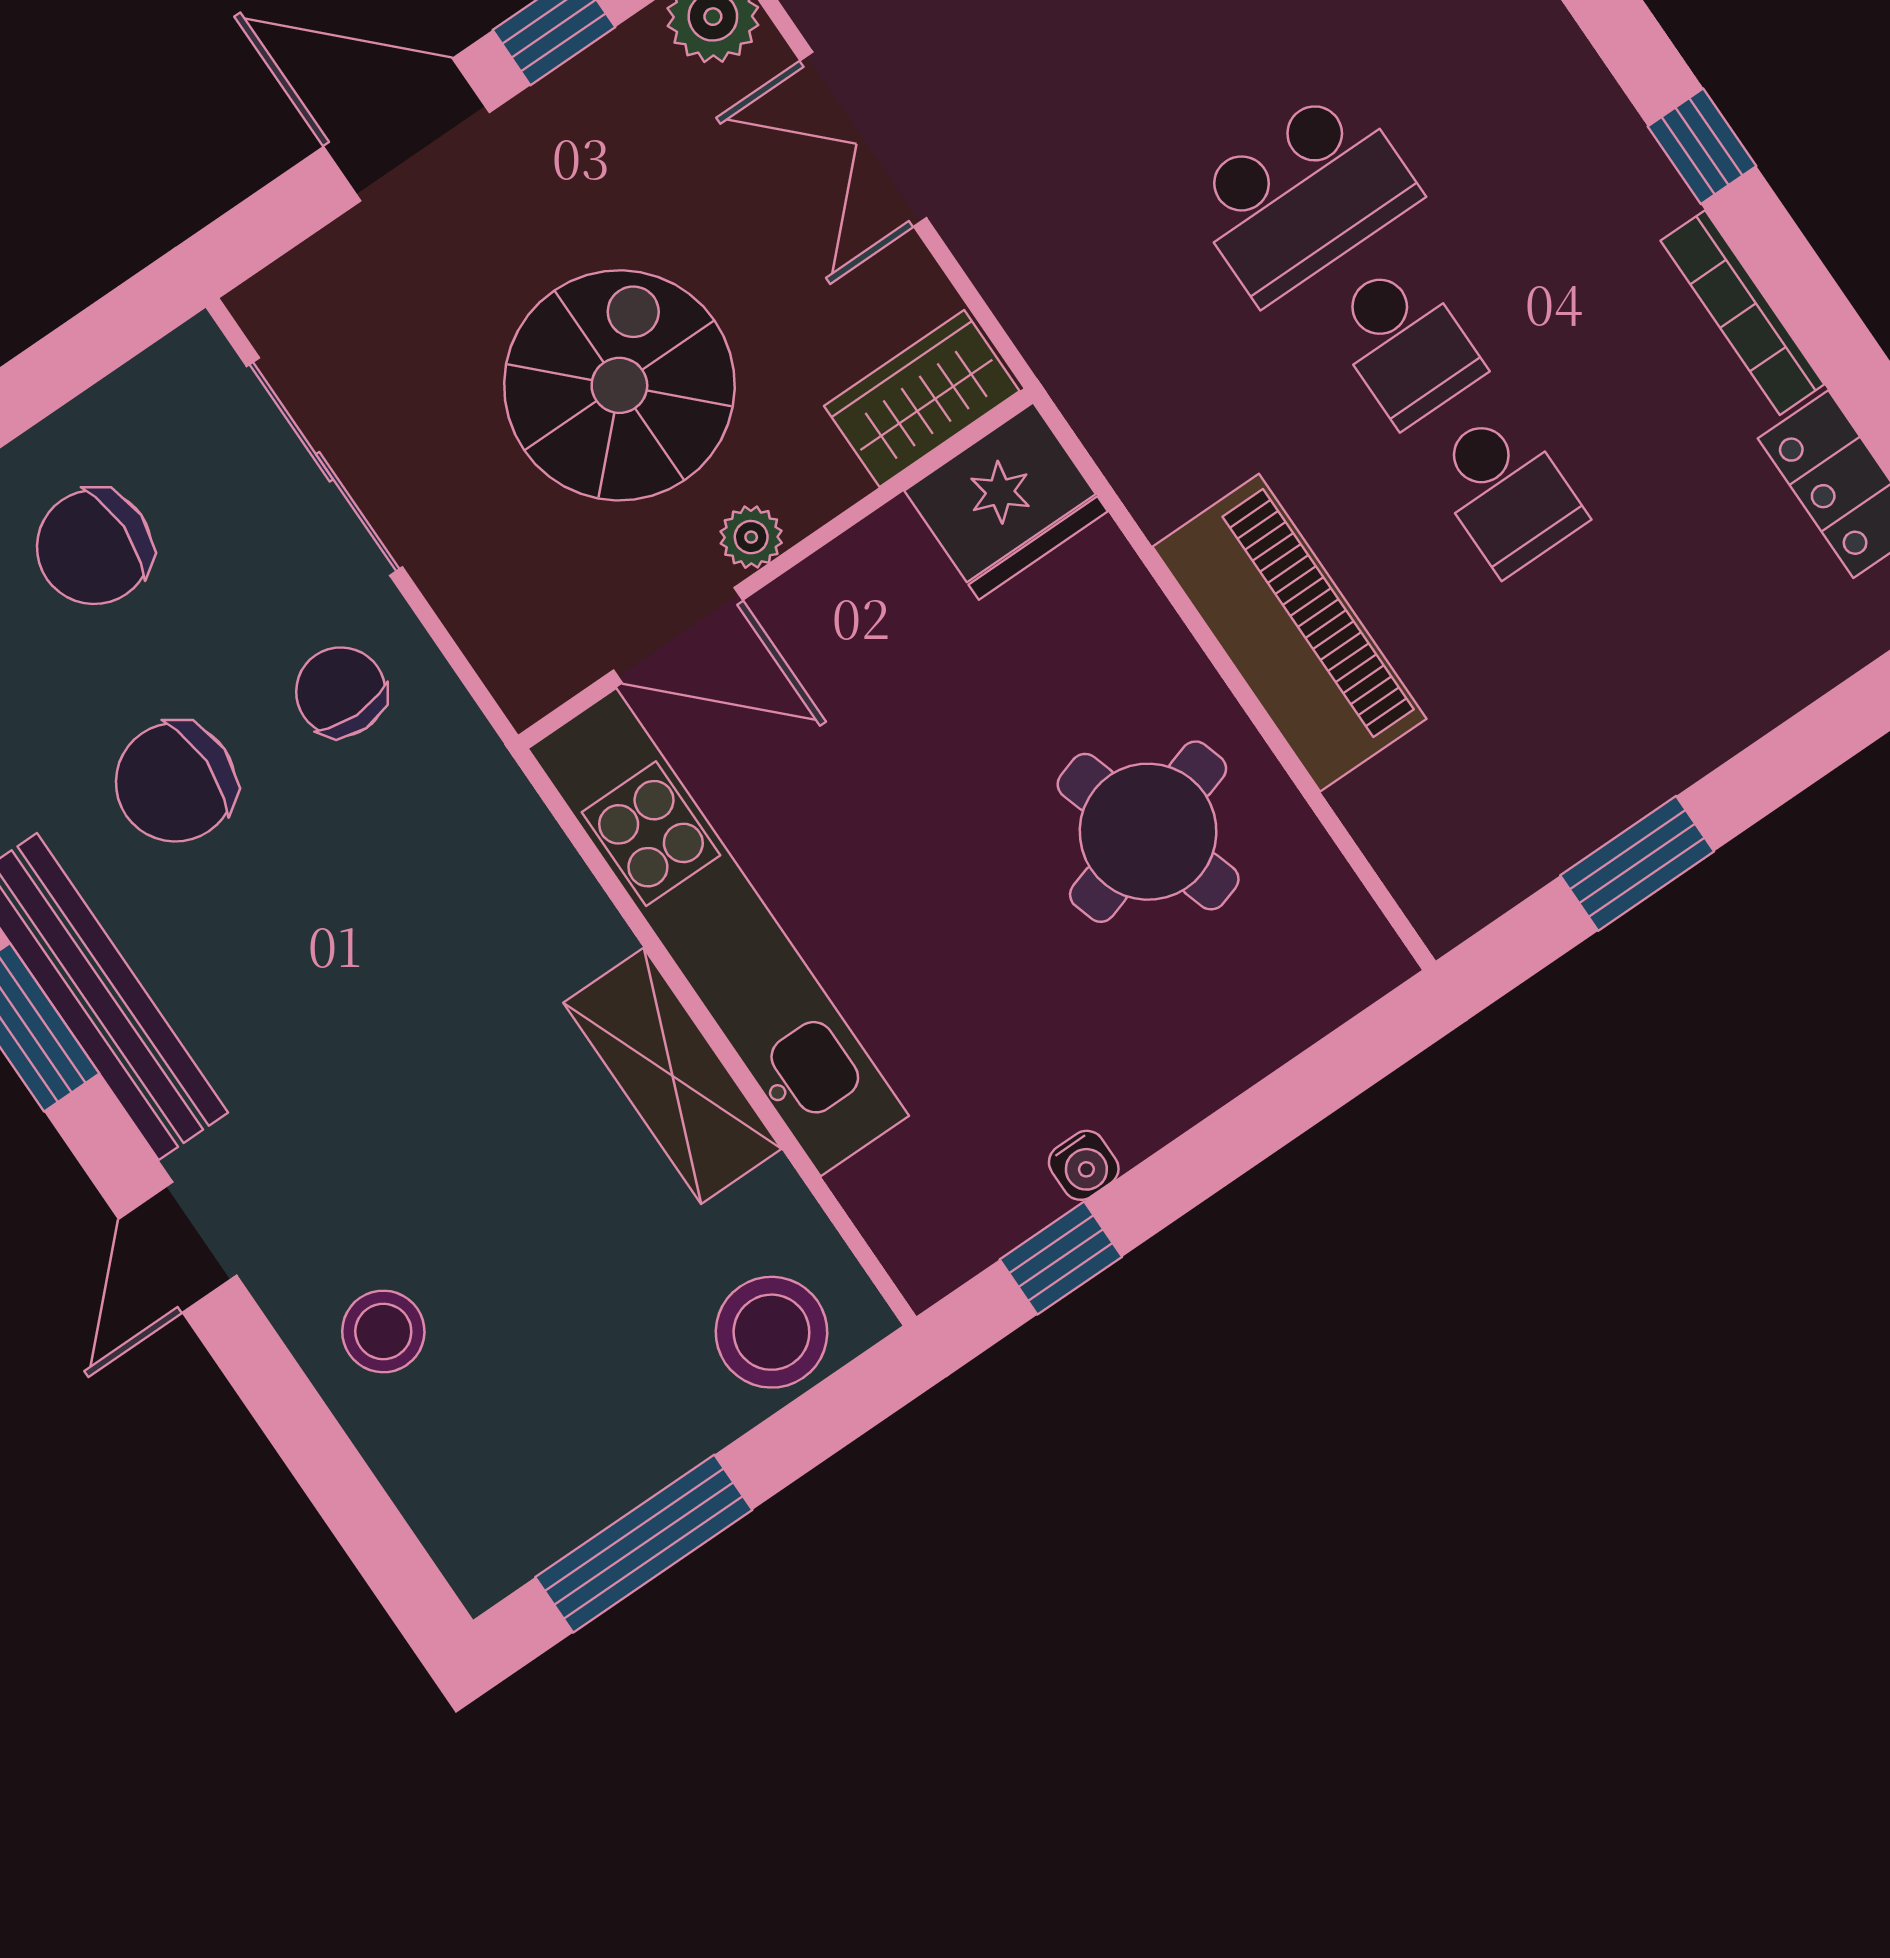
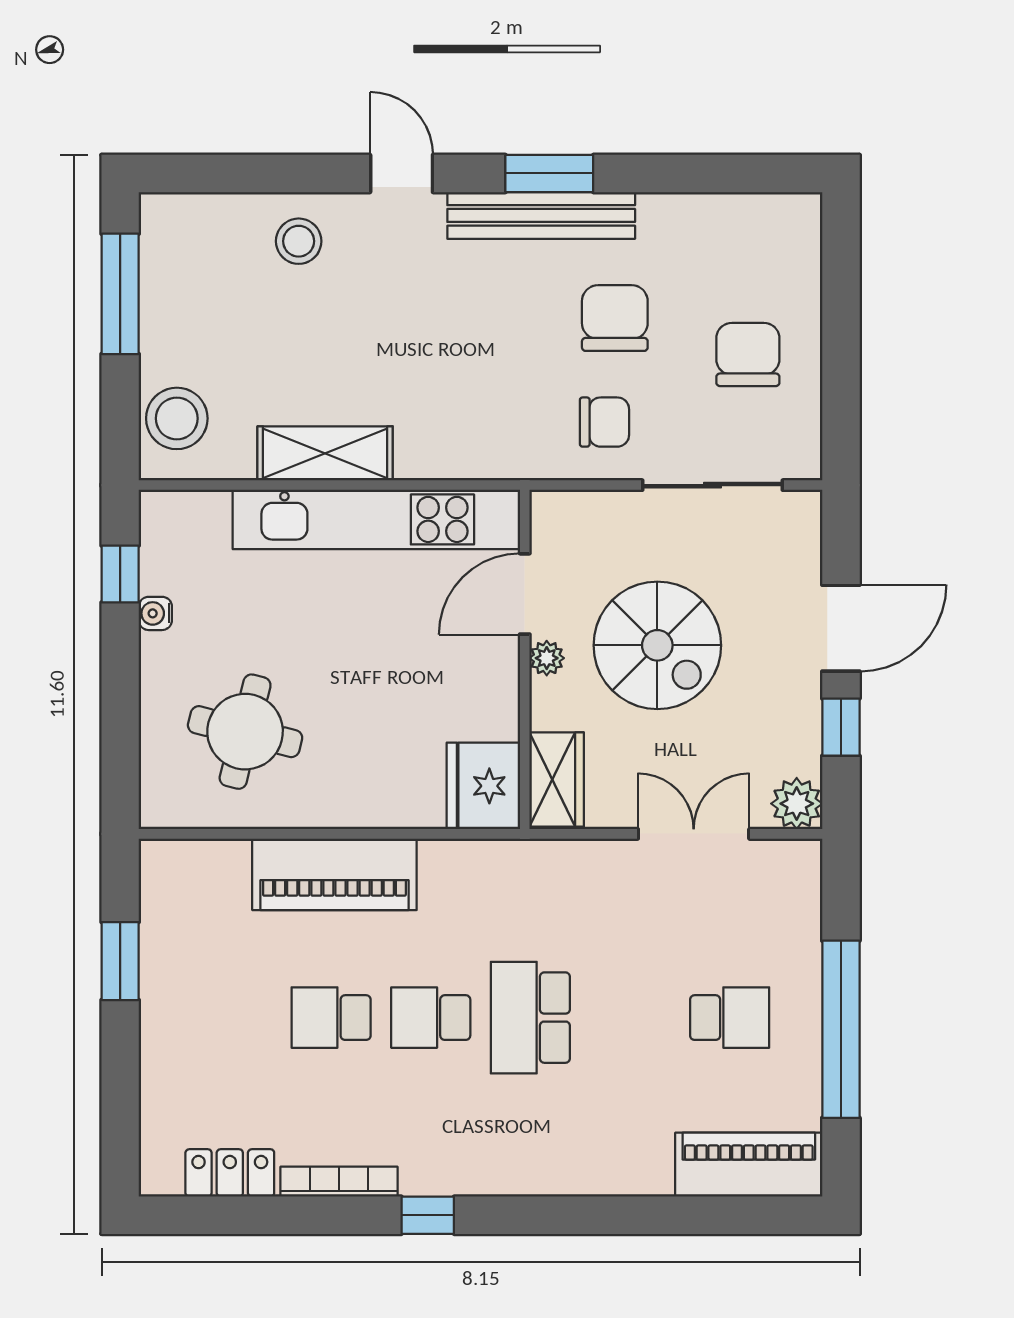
round table: (1148, 832) -> (245, 732), moved, turned 31

